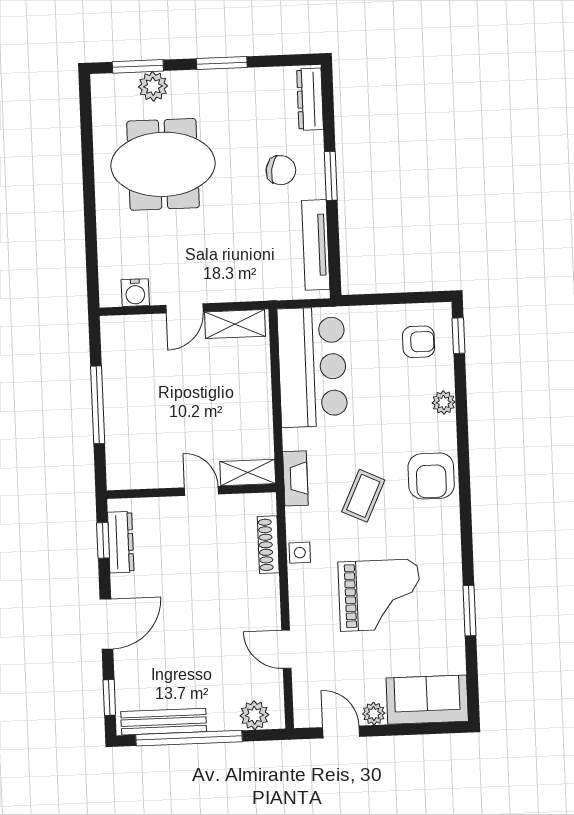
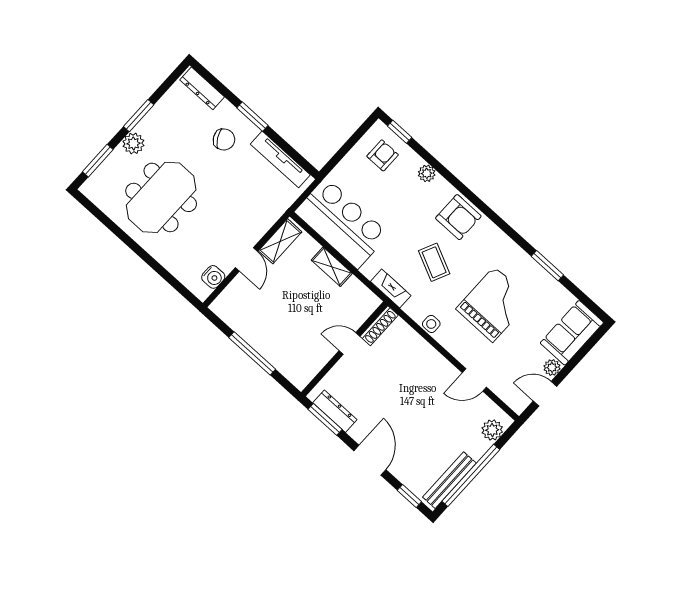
plant: (153, 86) -> (133, 143), moved
chair: (281, 170) -> (224, 139), turned 50
shelving: (248, 473) -> (332, 267), moved, turned 90
window: (103, 540) -> (325, 419), width x1.50
shoe rack: (268, 545) -> (379, 326), moved, turned -90

